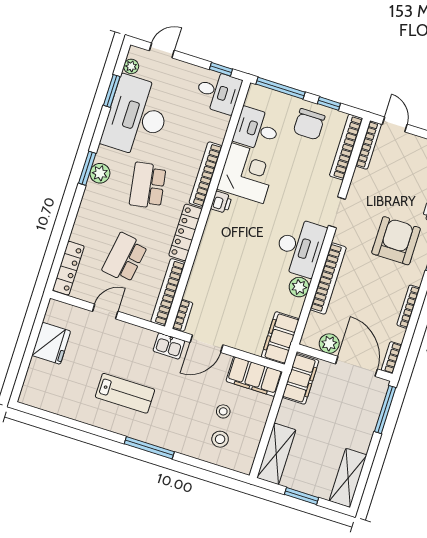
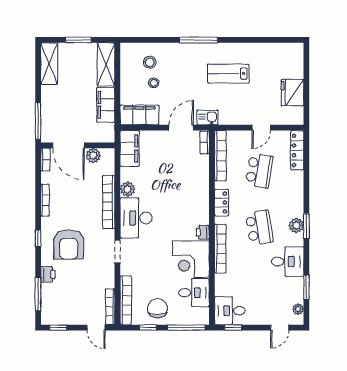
desk: (137, 116) -> (288, 262), width x0.53, depth x0.77
locker: (185, 232) -> (222, 203), width x0.66
filing cabinet: (301, 379) -> (106, 105), moved

